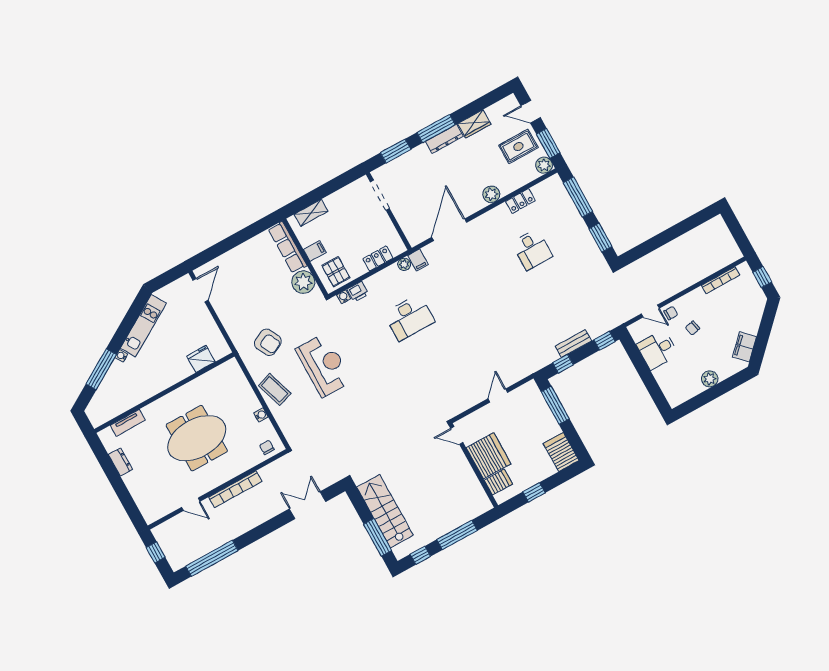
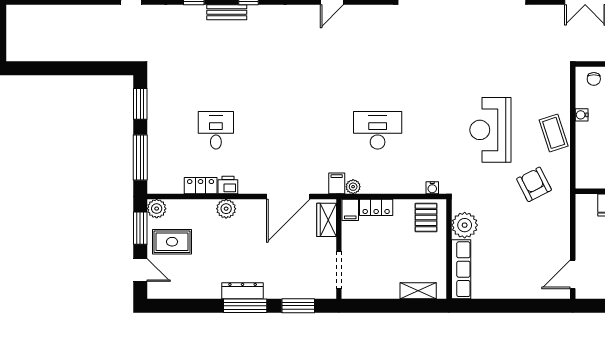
wardrobe: (474, 124) -> (327, 220), moved, turned -90
filing cabinet: (315, 251) -> (350, 210), moved, turned -90
printer: (358, 292) -> (228, 185), moved

